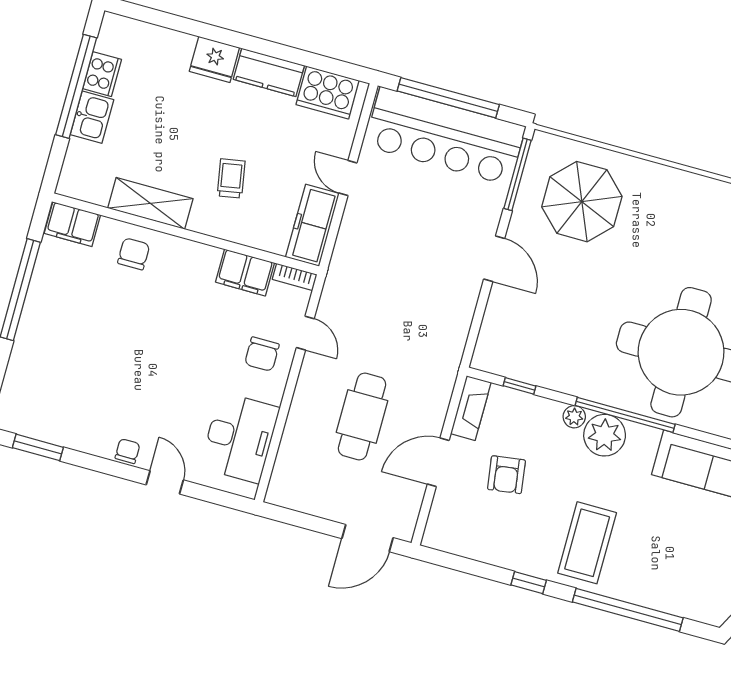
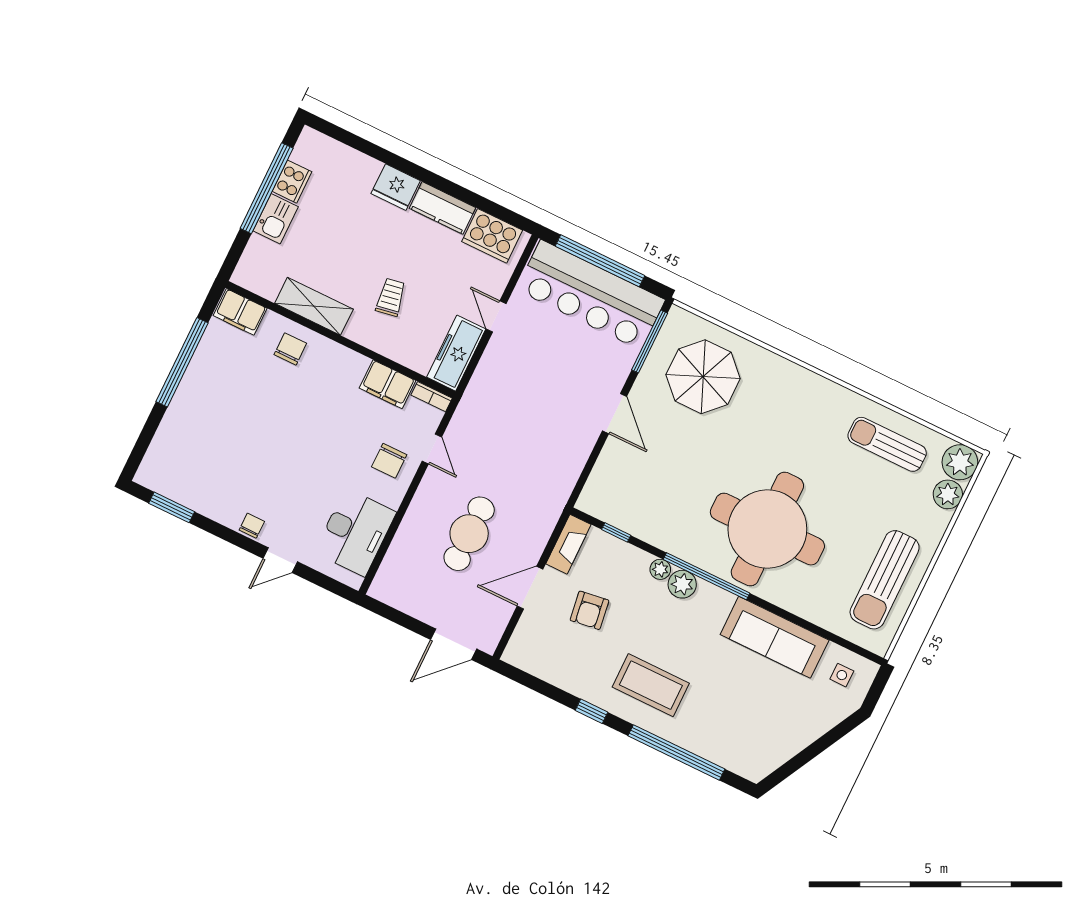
plant: (605, 435) -> (682, 584), width x0.73, depth x0.73
door: (165, 482) -> (280, 560), swing flipped
coffee table: (587, 543) -> (651, 685), turned 90

